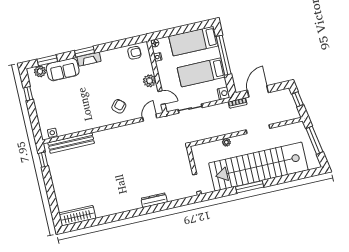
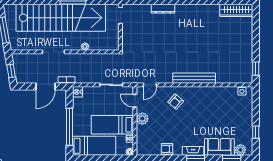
armchair: (134, 53) -> (167, 149), moved
bed: (201, 72) -> (112, 125), moved, turned 180
bench: (71, 143) -> (194, 78), moved

